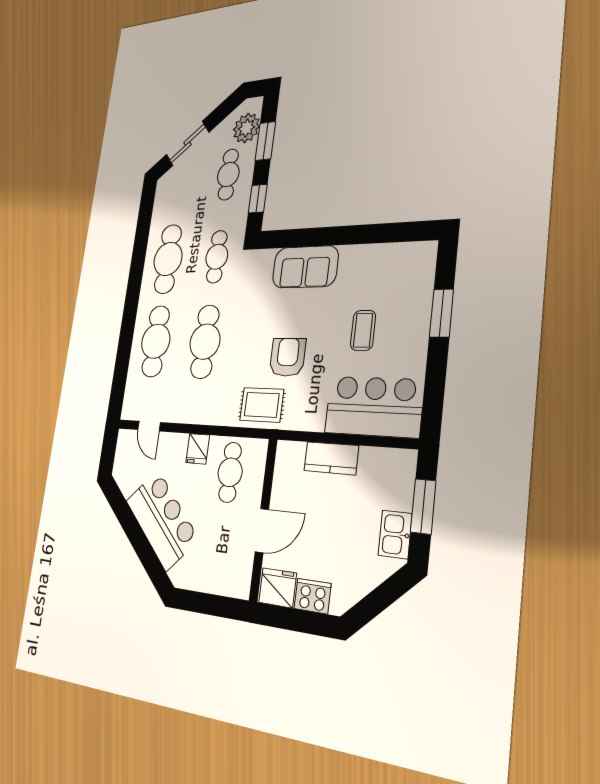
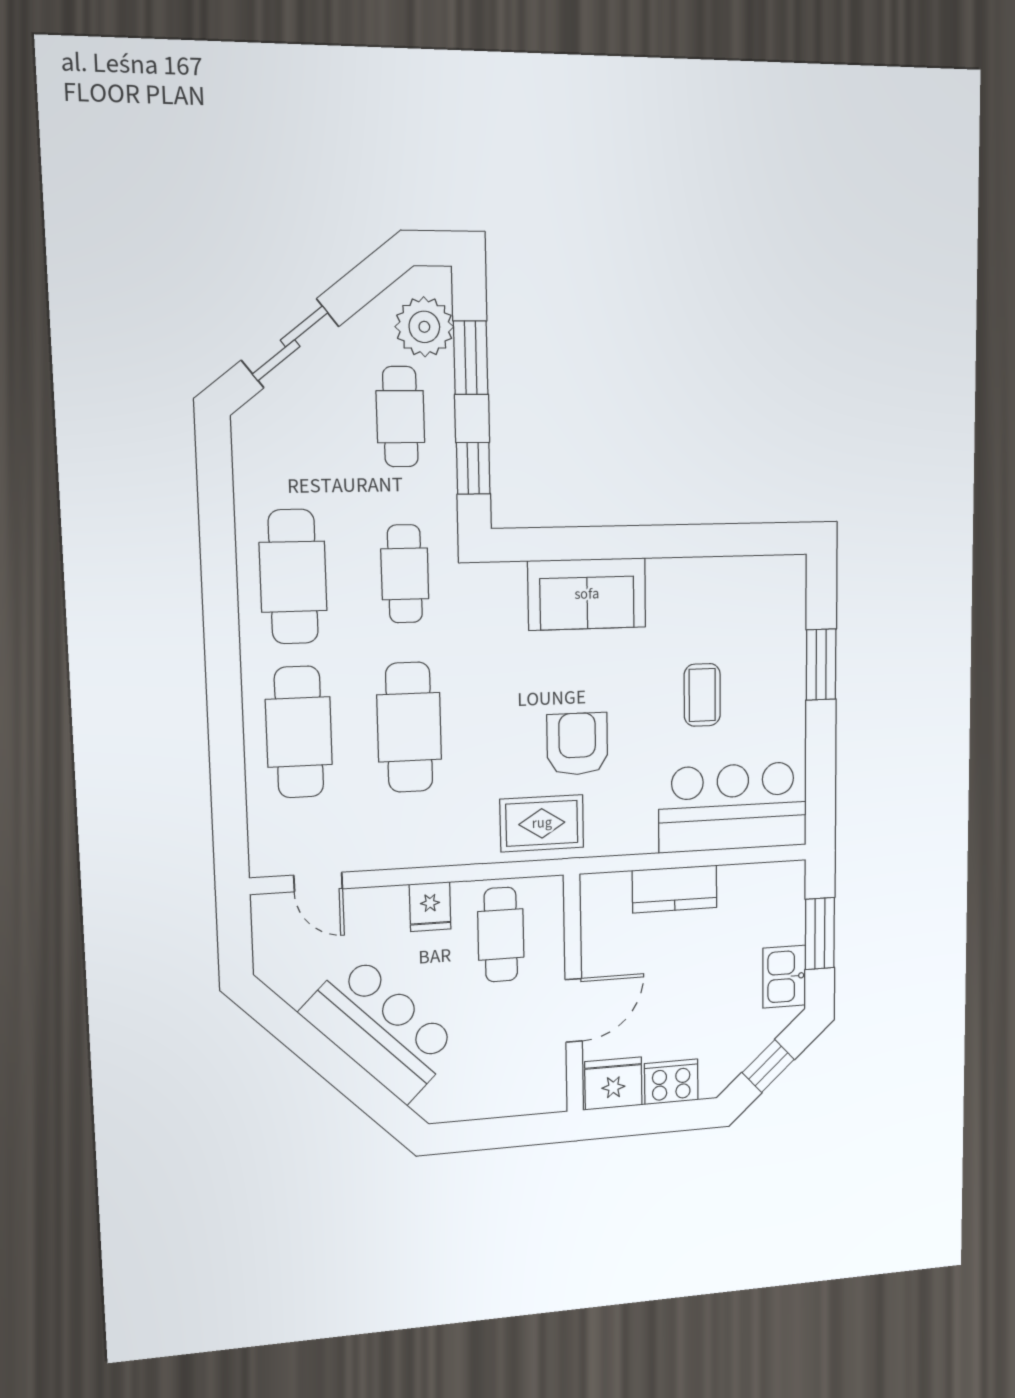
window: (377, 601) -> (768, 1066), added

